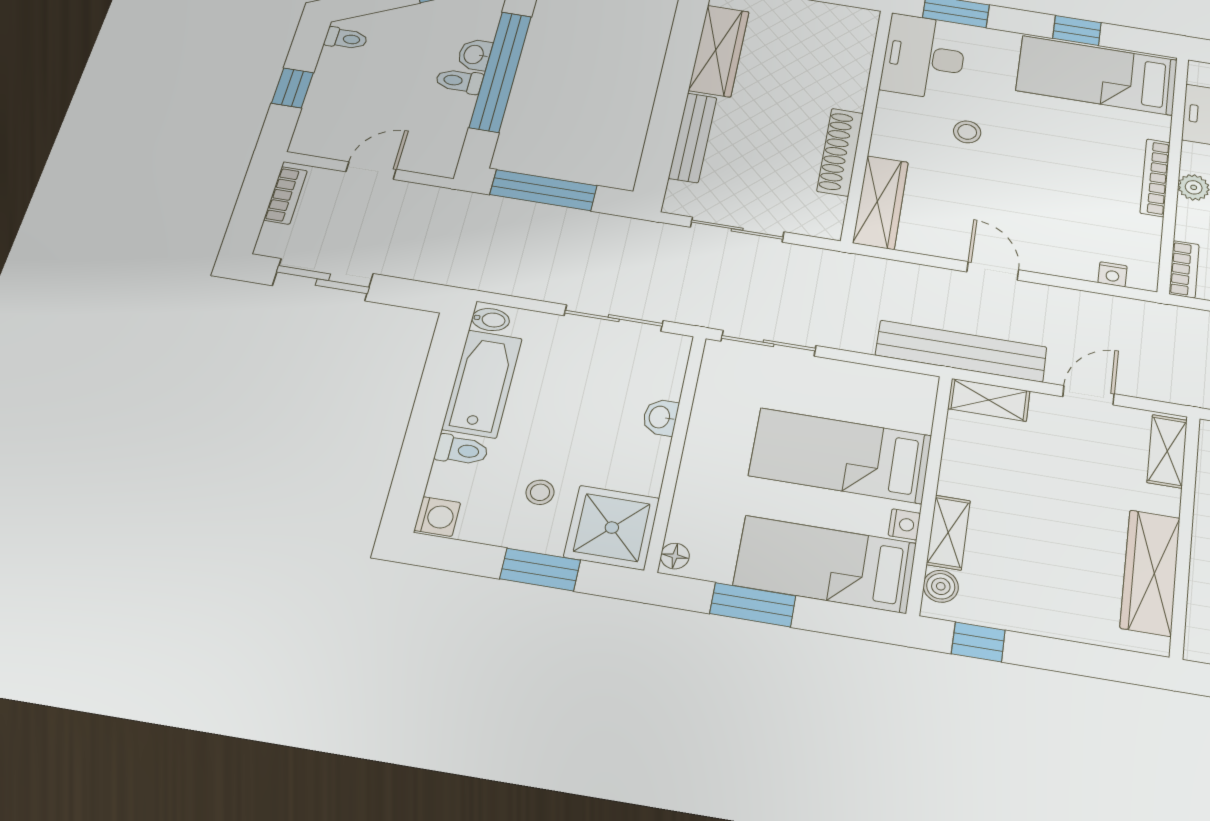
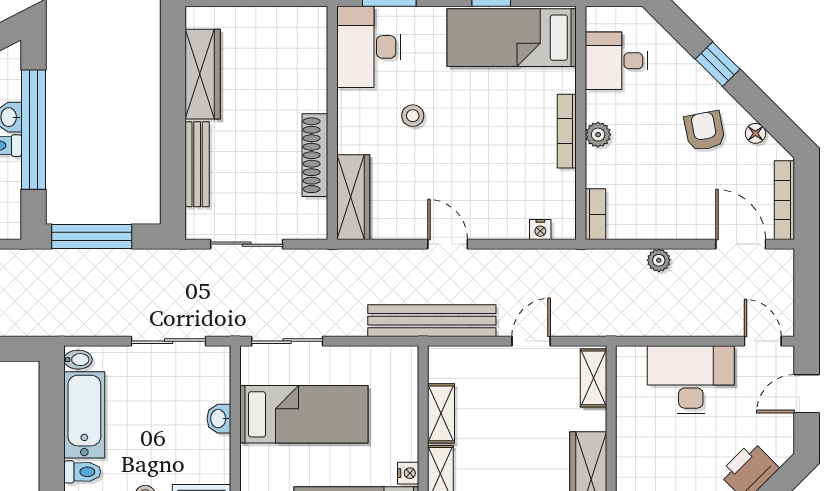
shelving: (989, 400) -> (441, 413), moved, turned 90
bed: (841, 456) -> (304, 414), moved, turned 180

